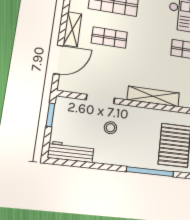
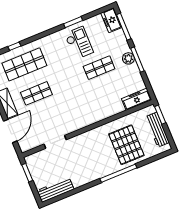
shelving: (153, 96) -> (92, 118), removed
stool: (110, 128) -> (74, 158), removed

